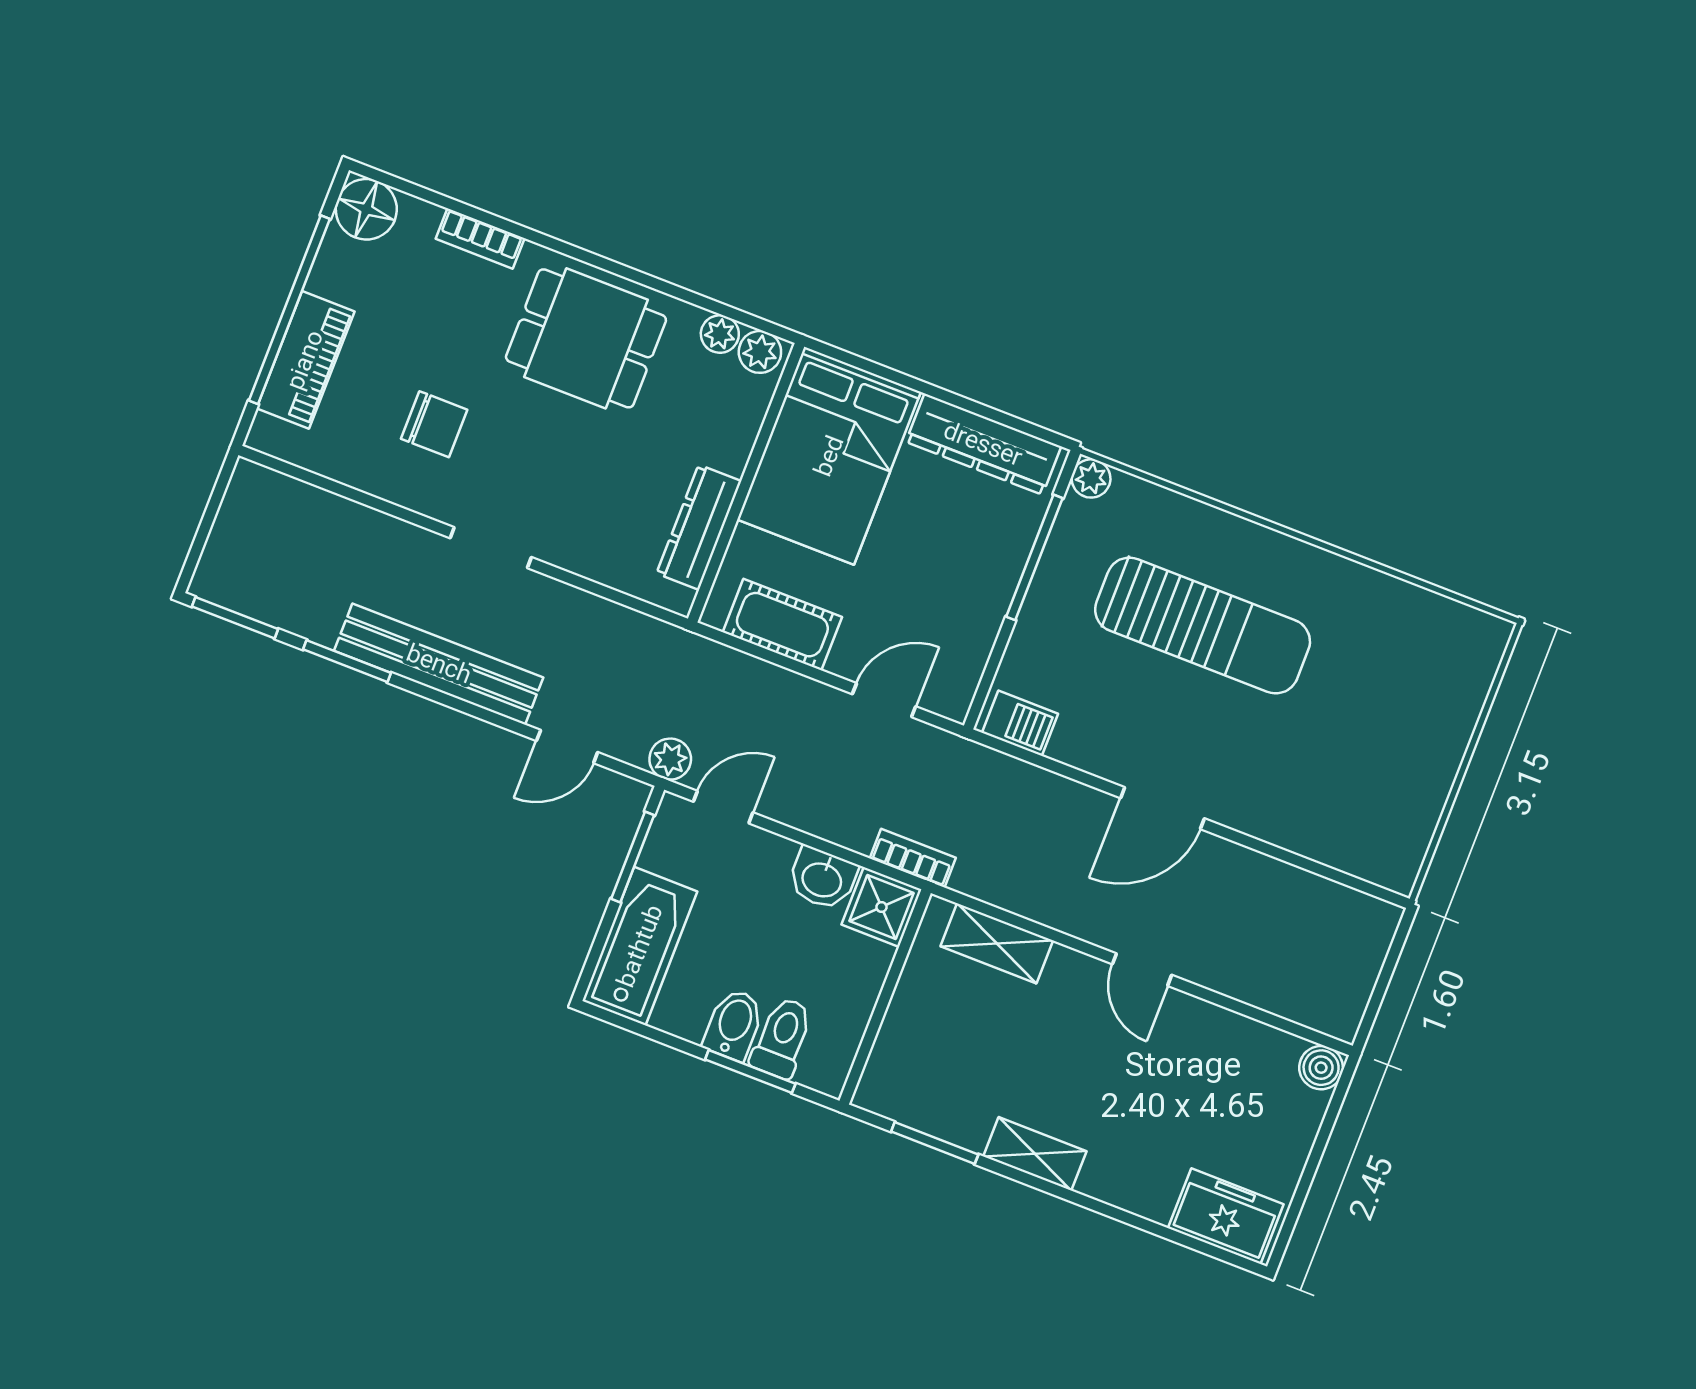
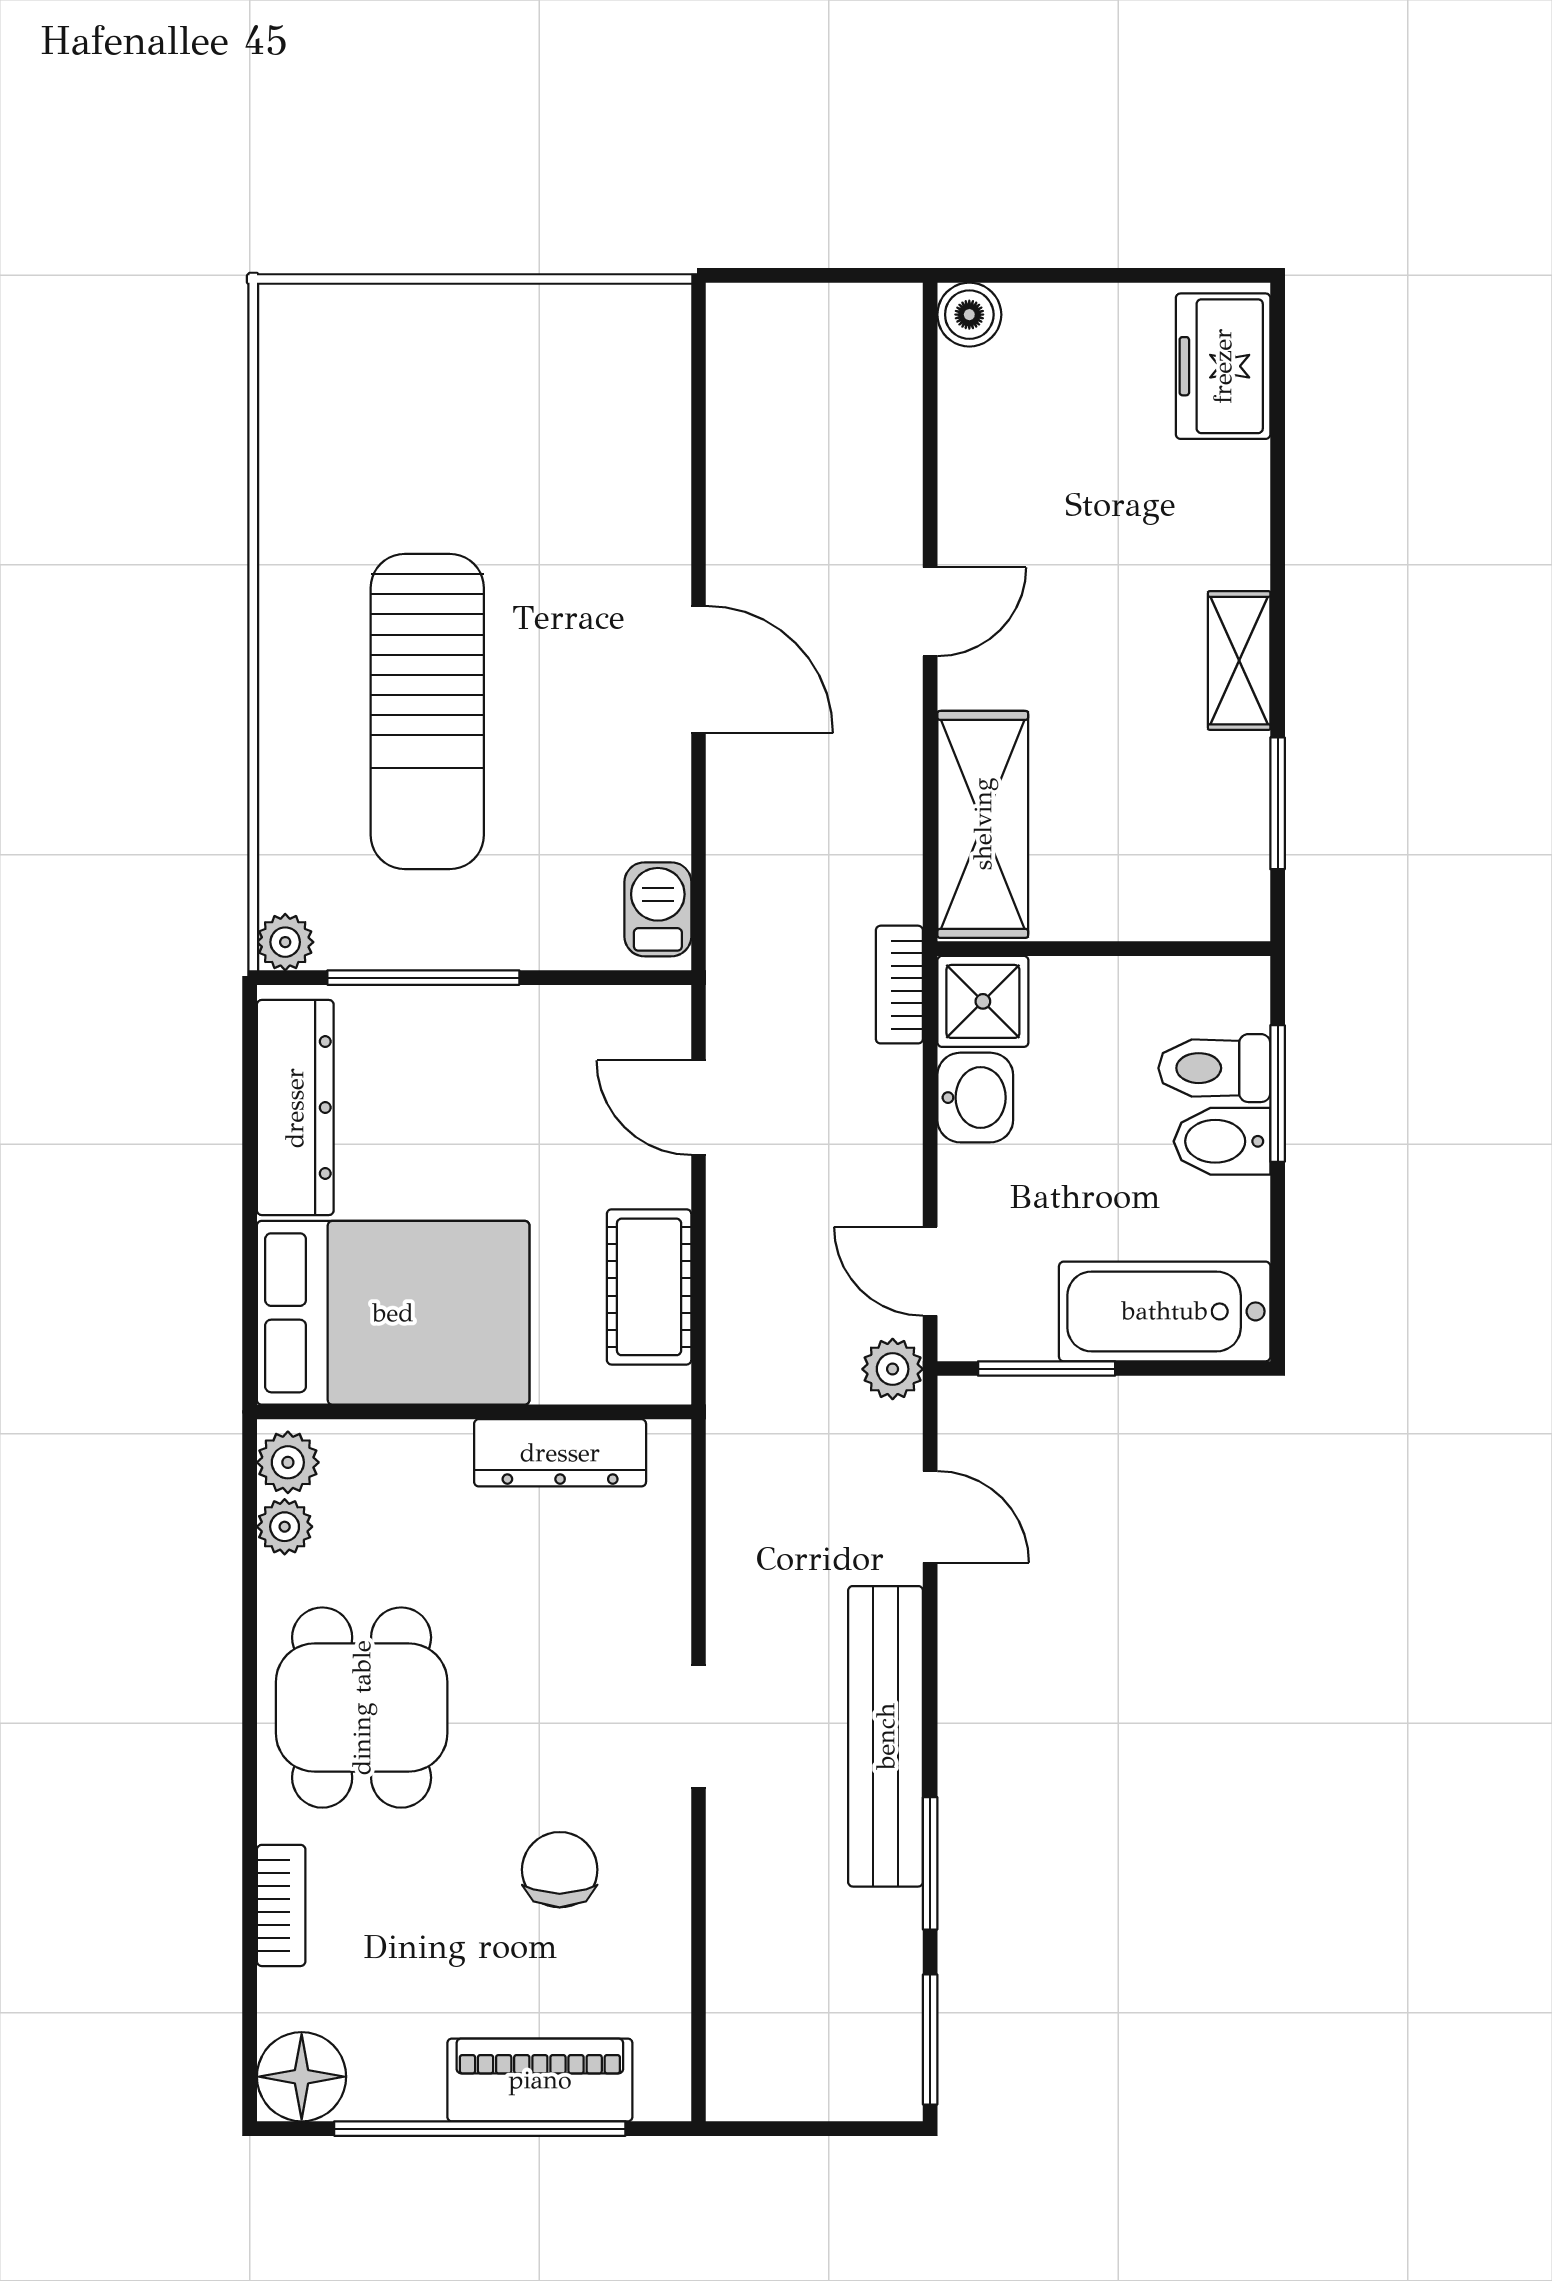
sun lounger: (1203, 625) -> (427, 712), turned 180
shelving: (997, 943) -> (983, 824), width x1.50, depth x1.33

